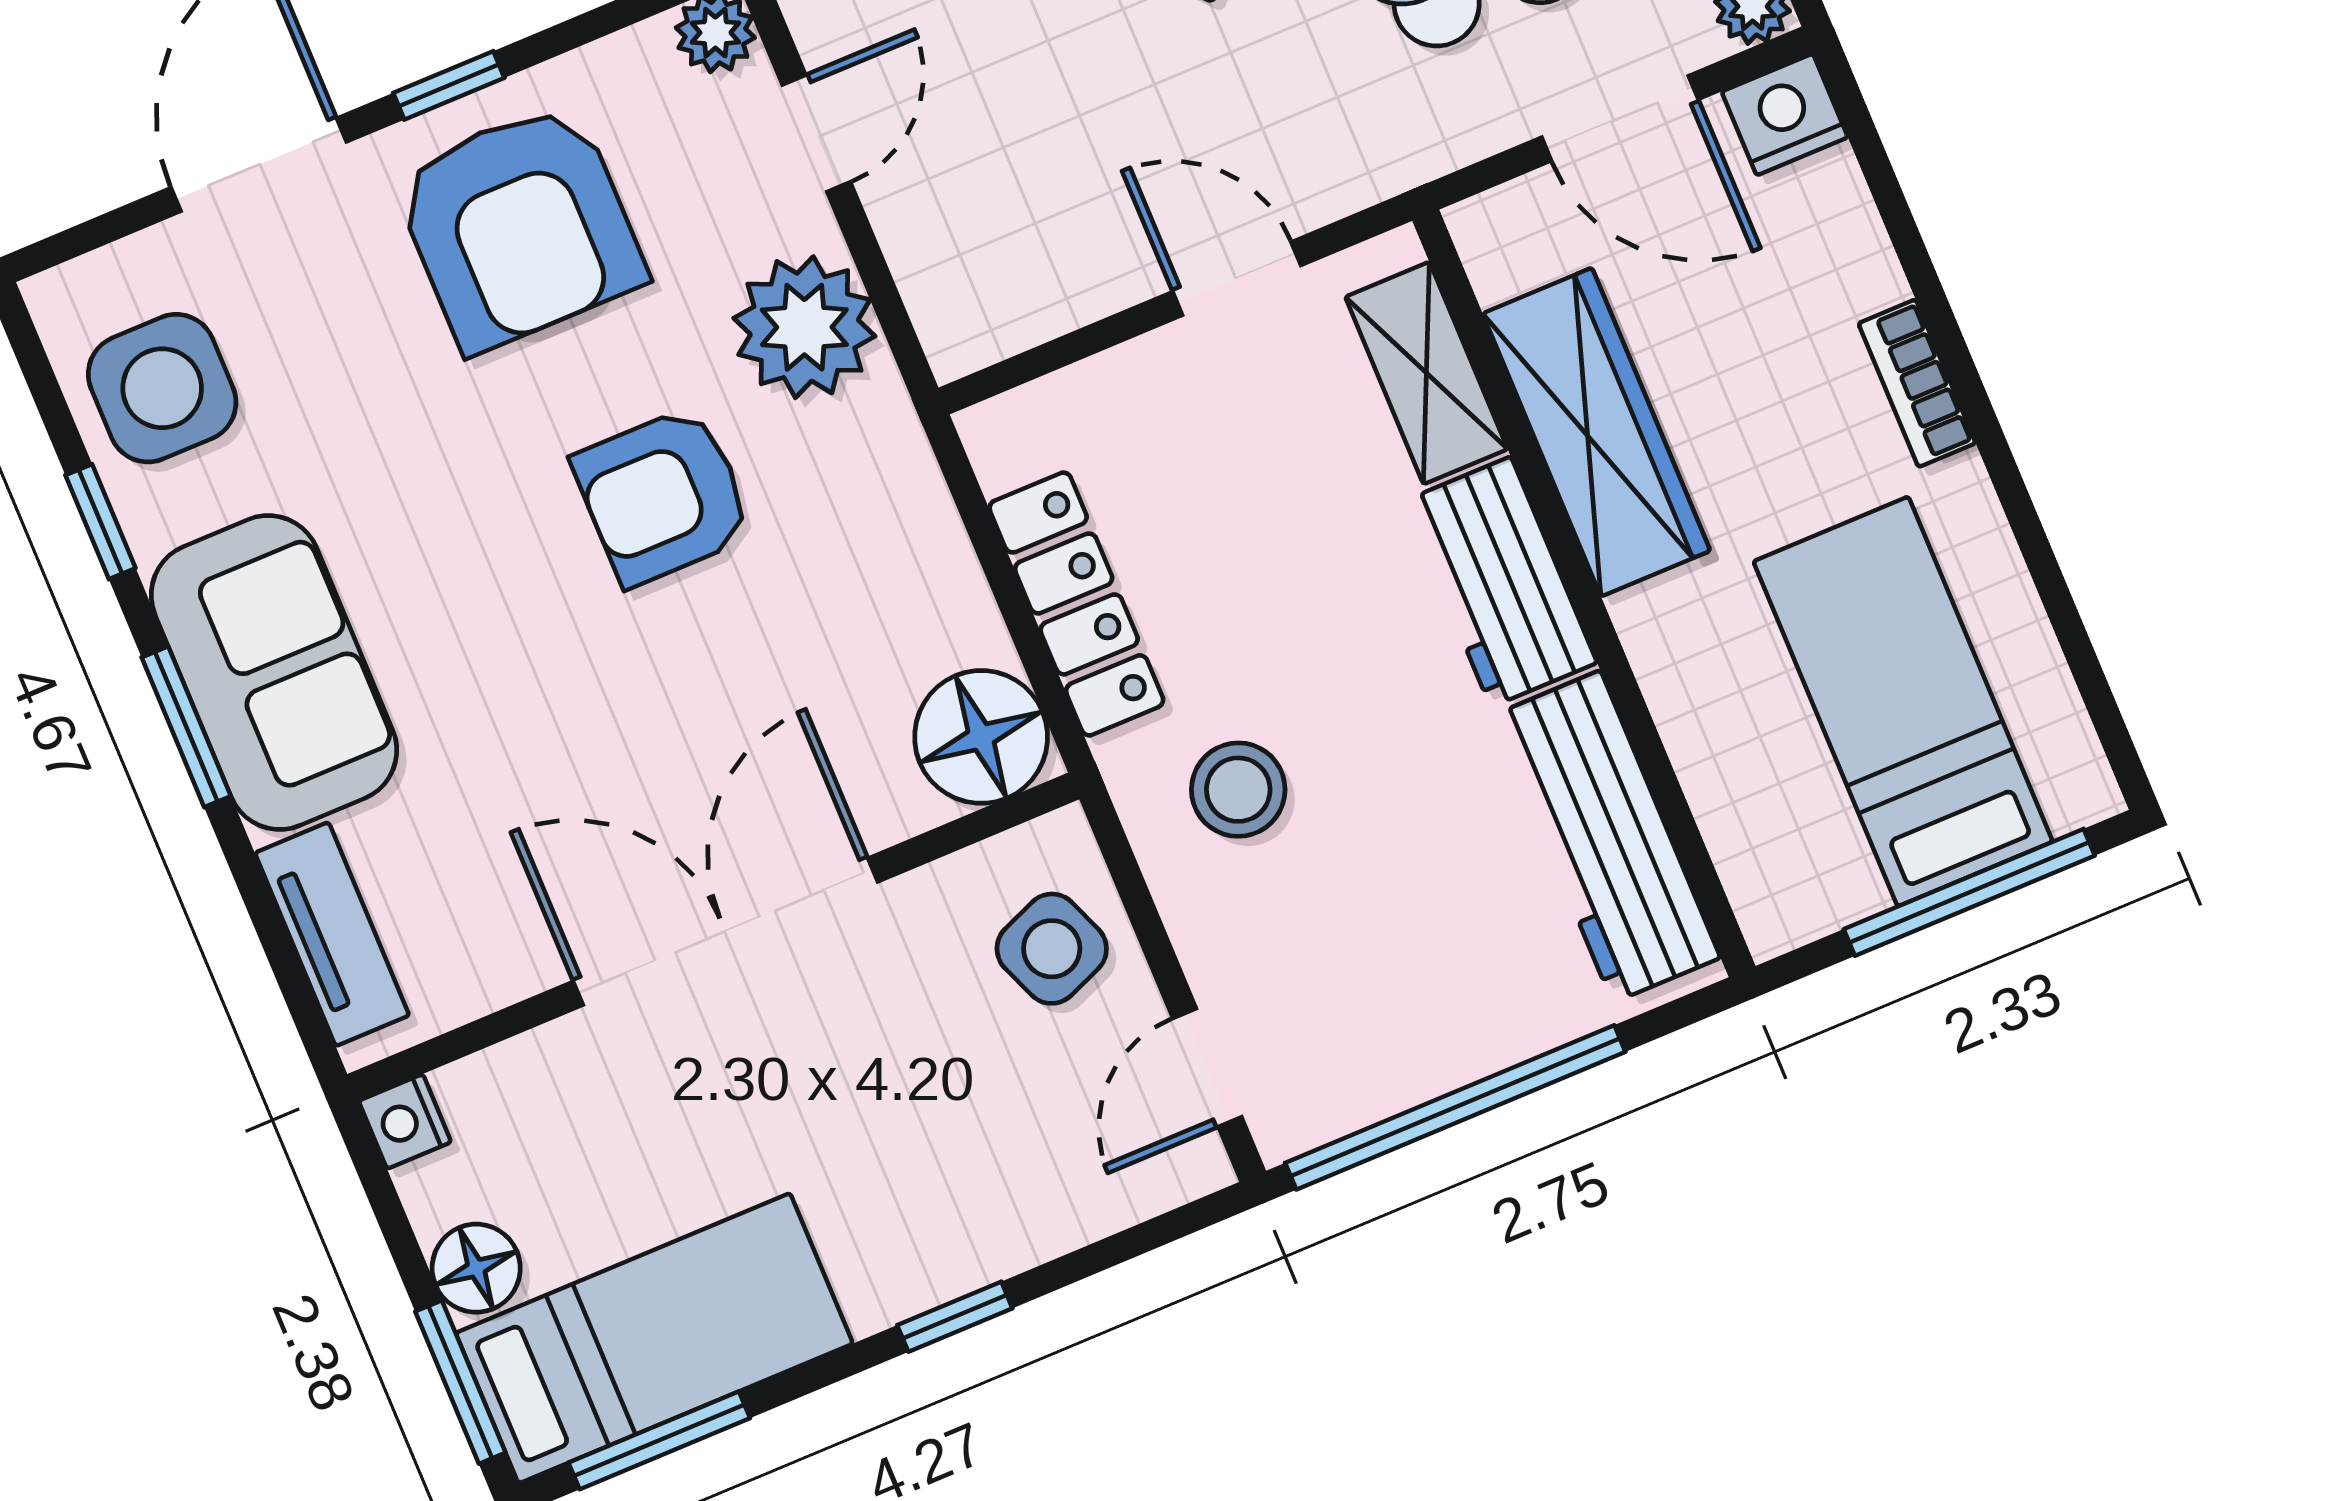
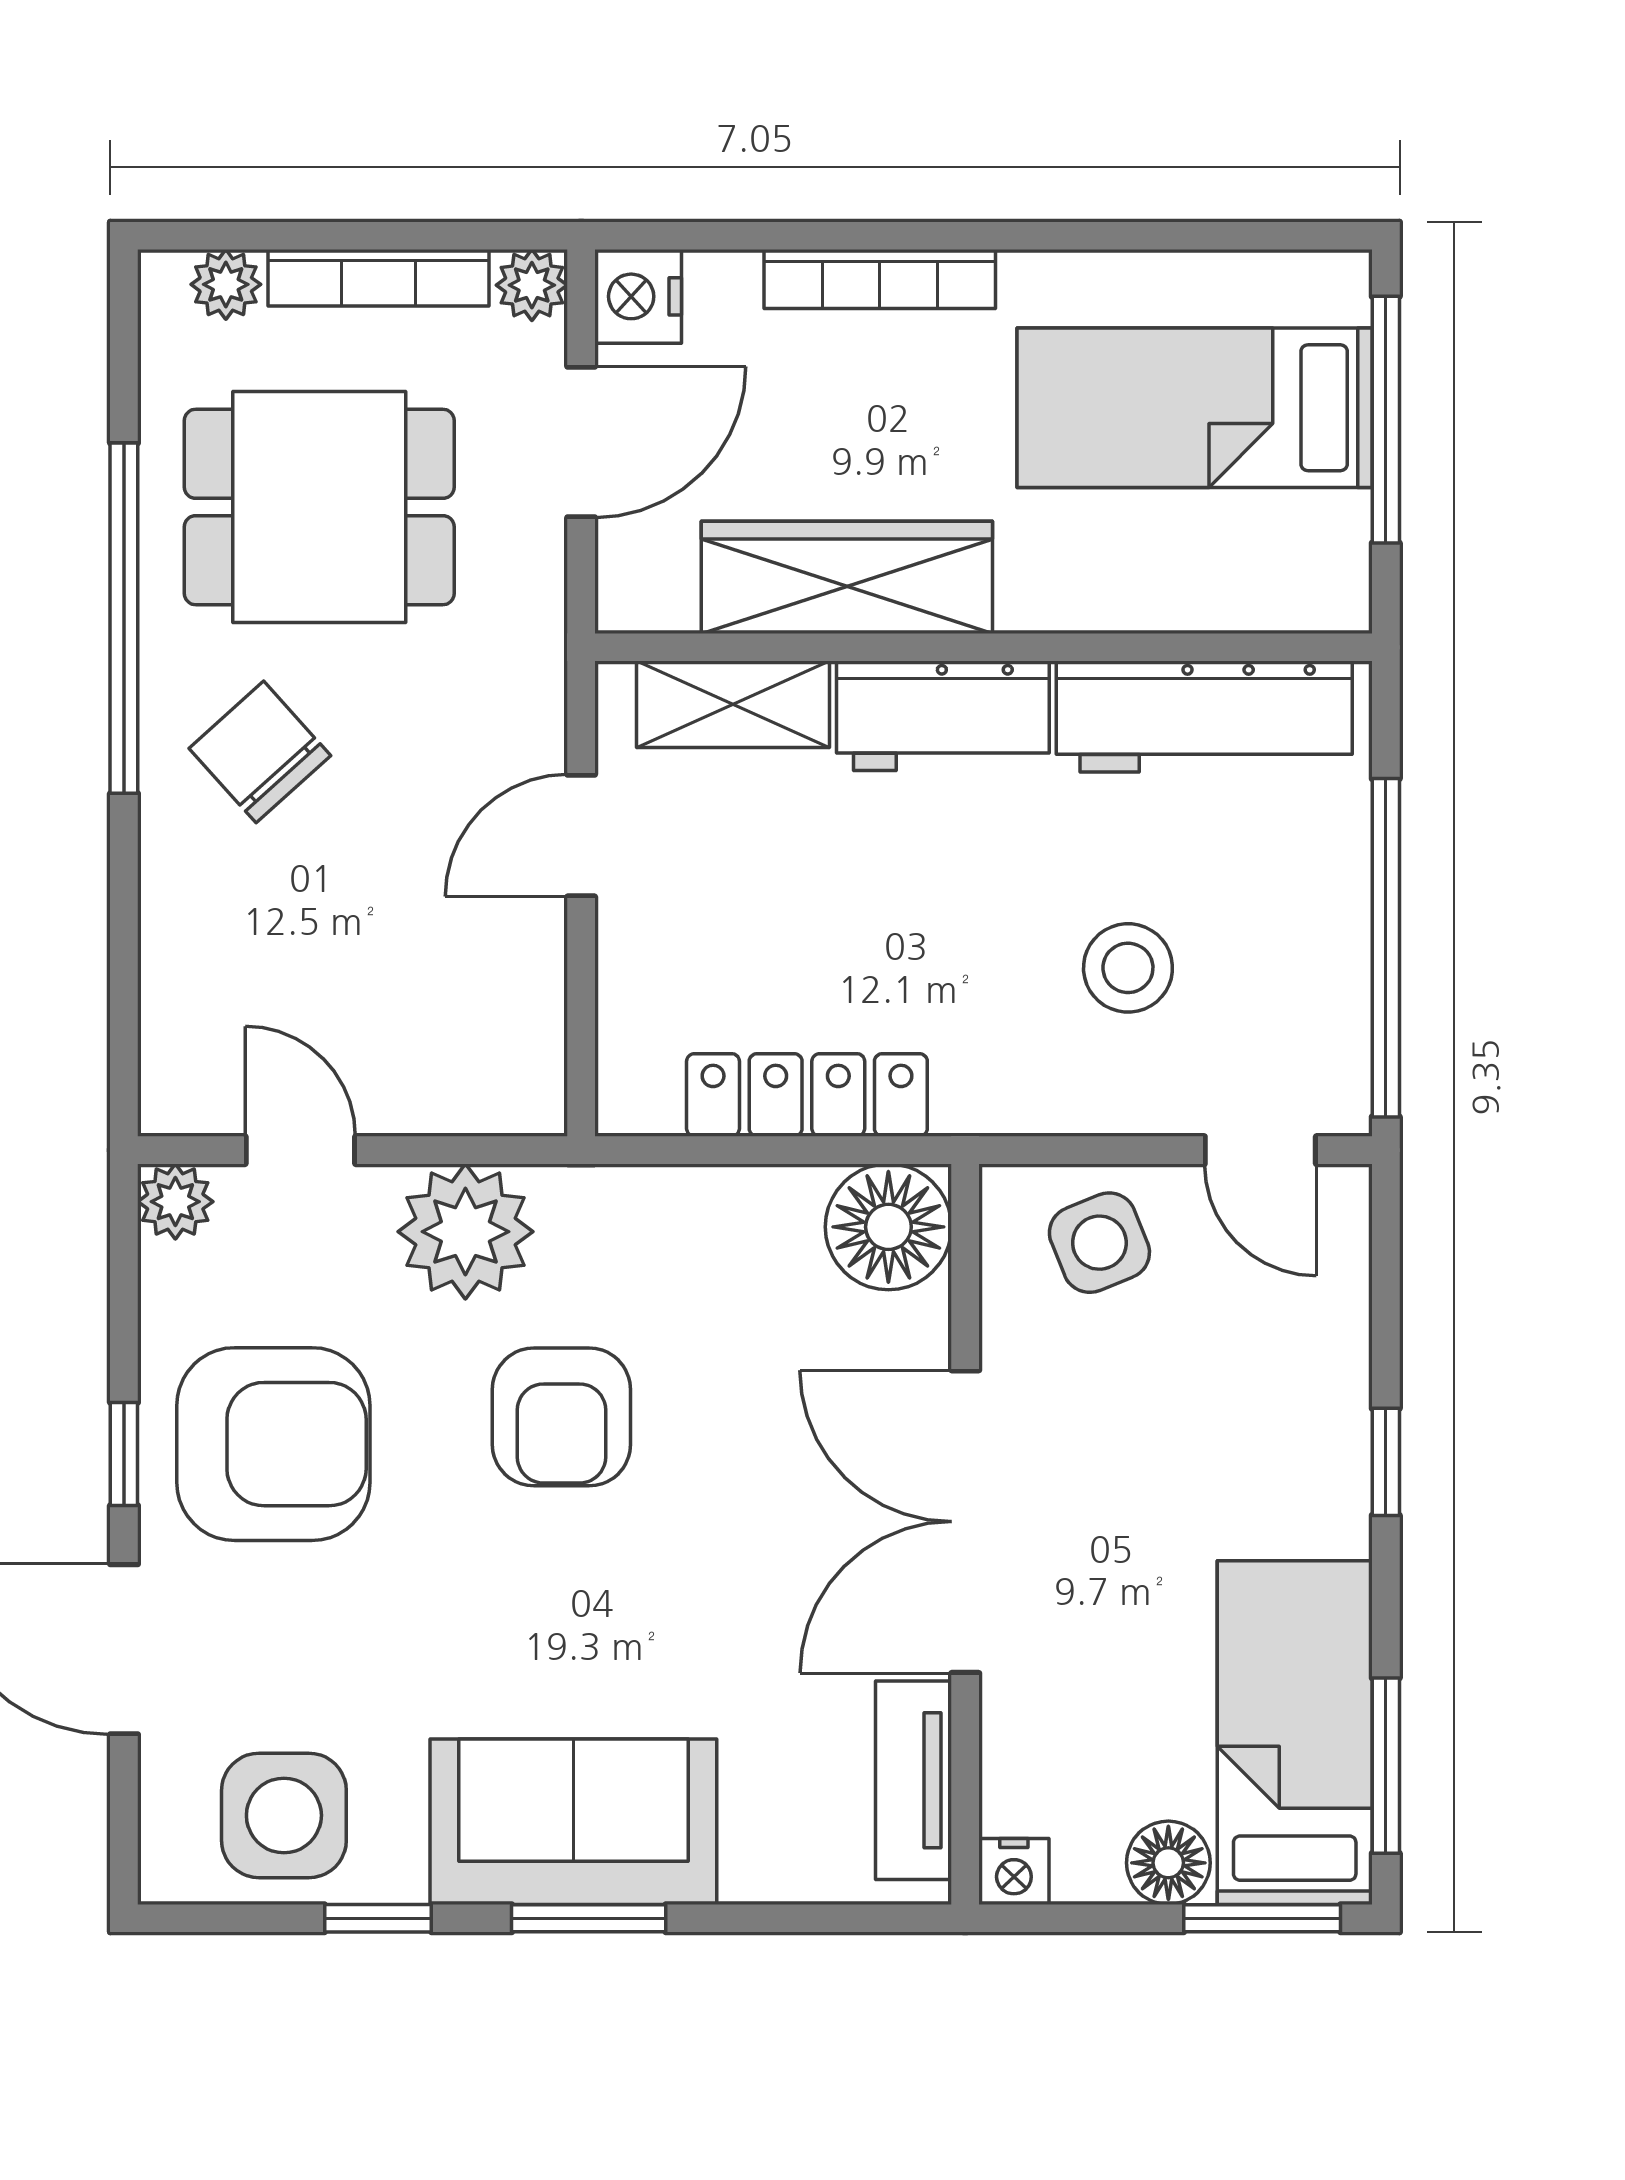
bookcase: (1917, 383) -> (880, 279), width x1.56
stool: (1238, 790) -> (1128, 968), moved
tv unit: (332, 934) -> (913, 1780), moved, turned -90

